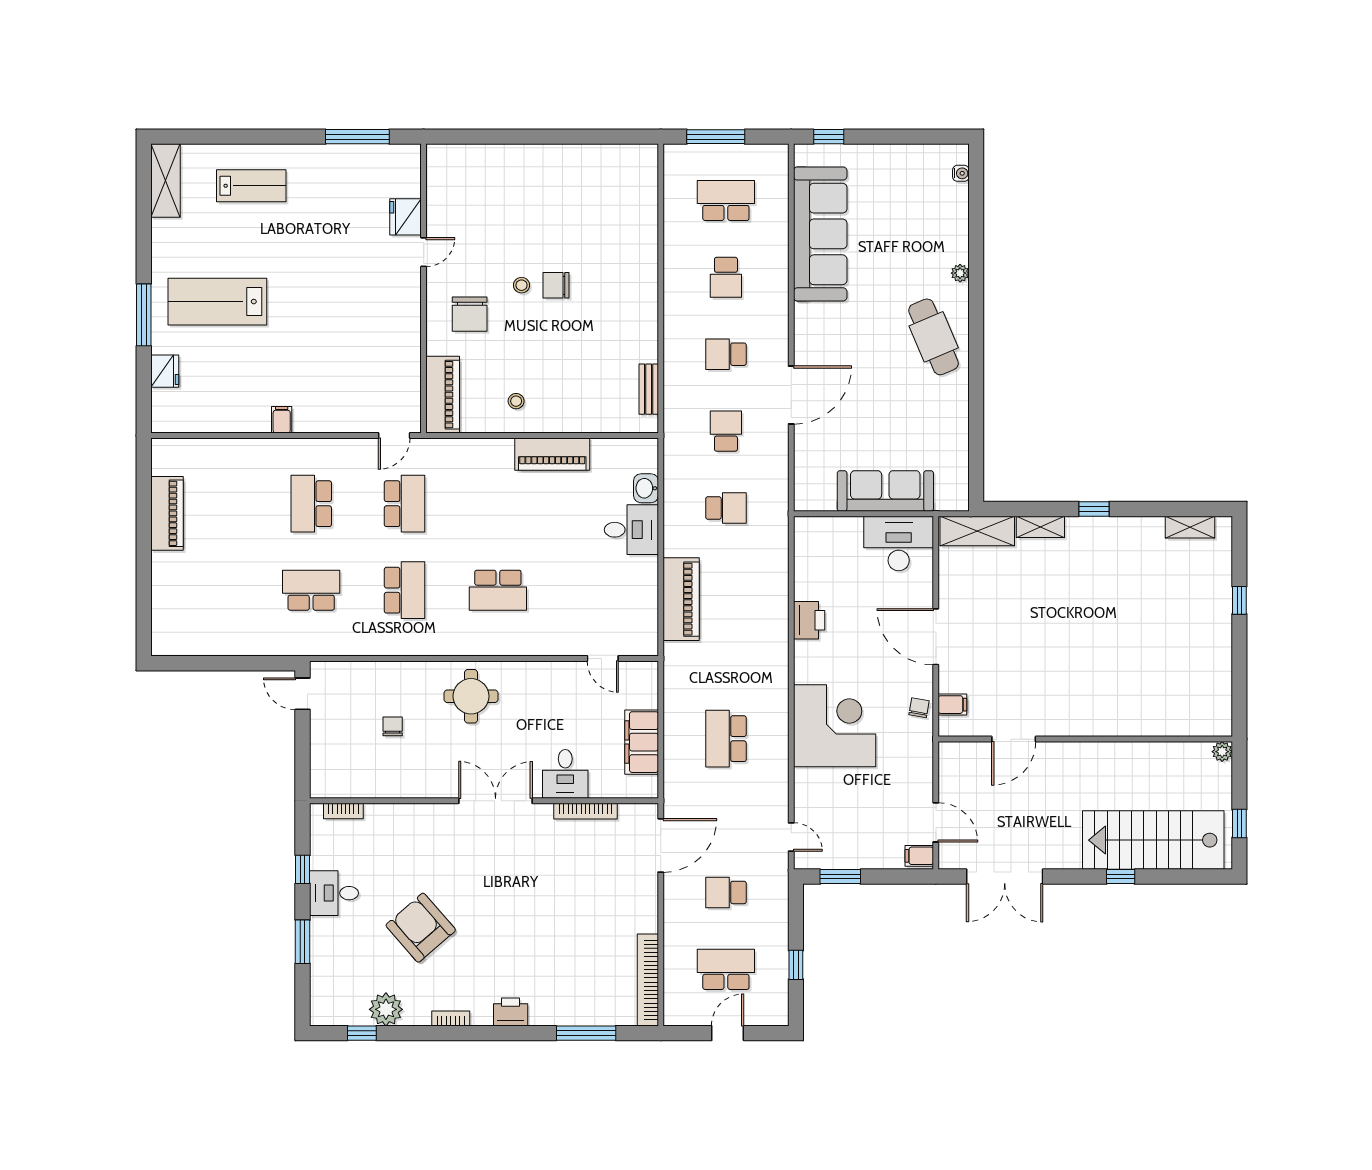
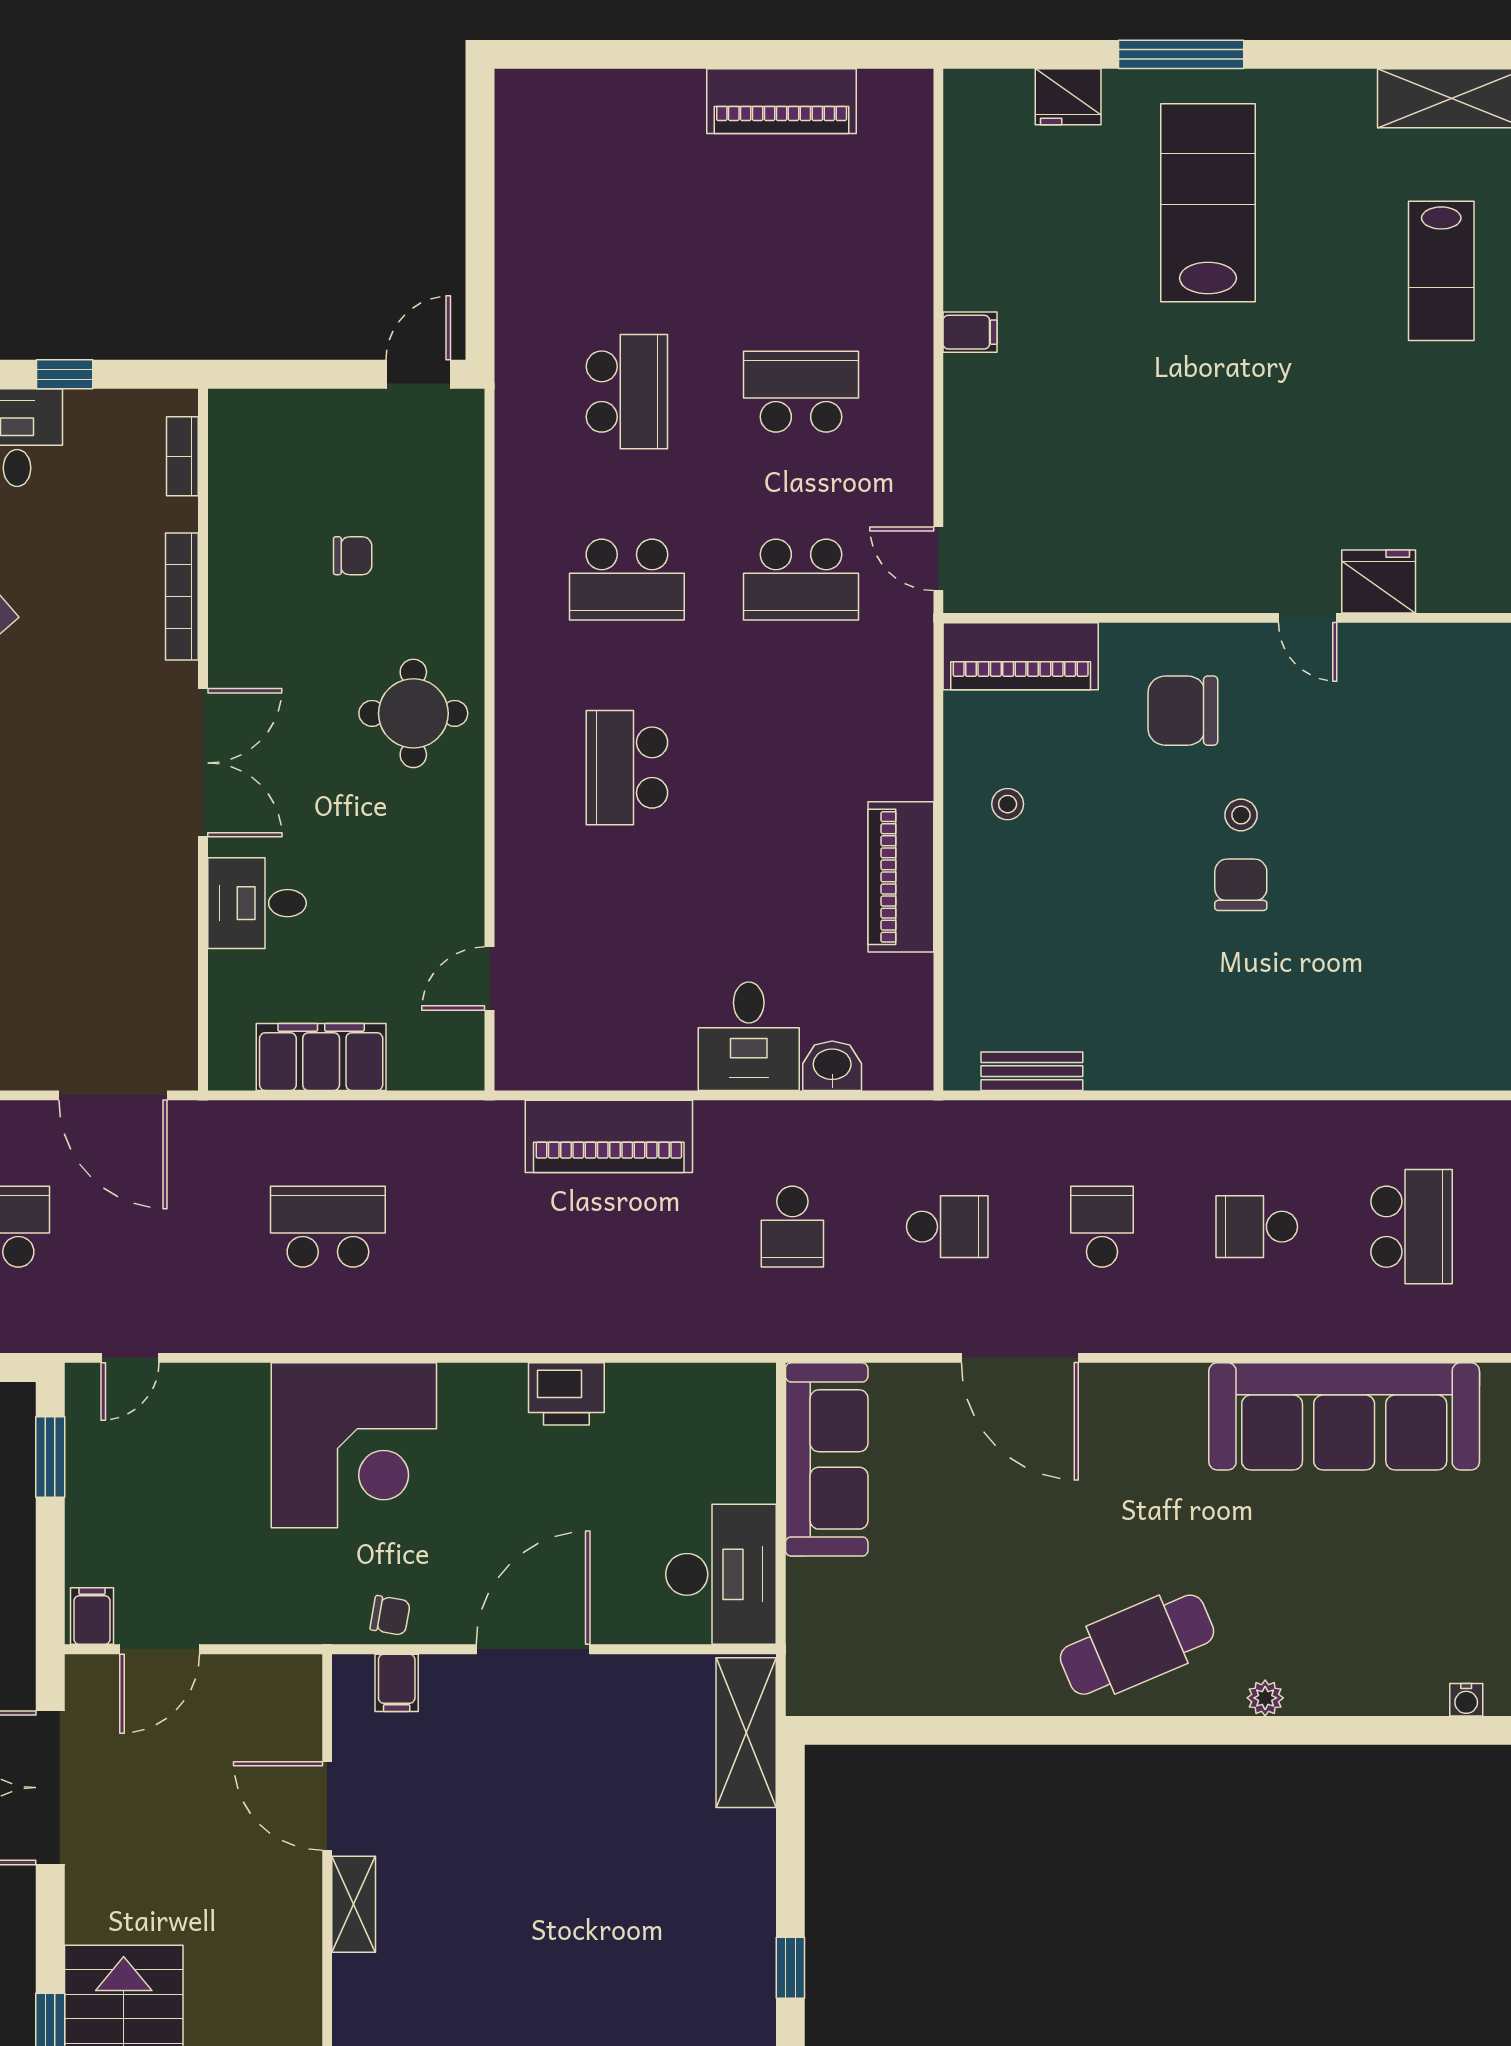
sofa: (885, 491) -> (827, 1459), moved
shelving: (1040, 527) -> (354, 1904), moved
bookcase: (585, 811) -> (182, 597), moved

